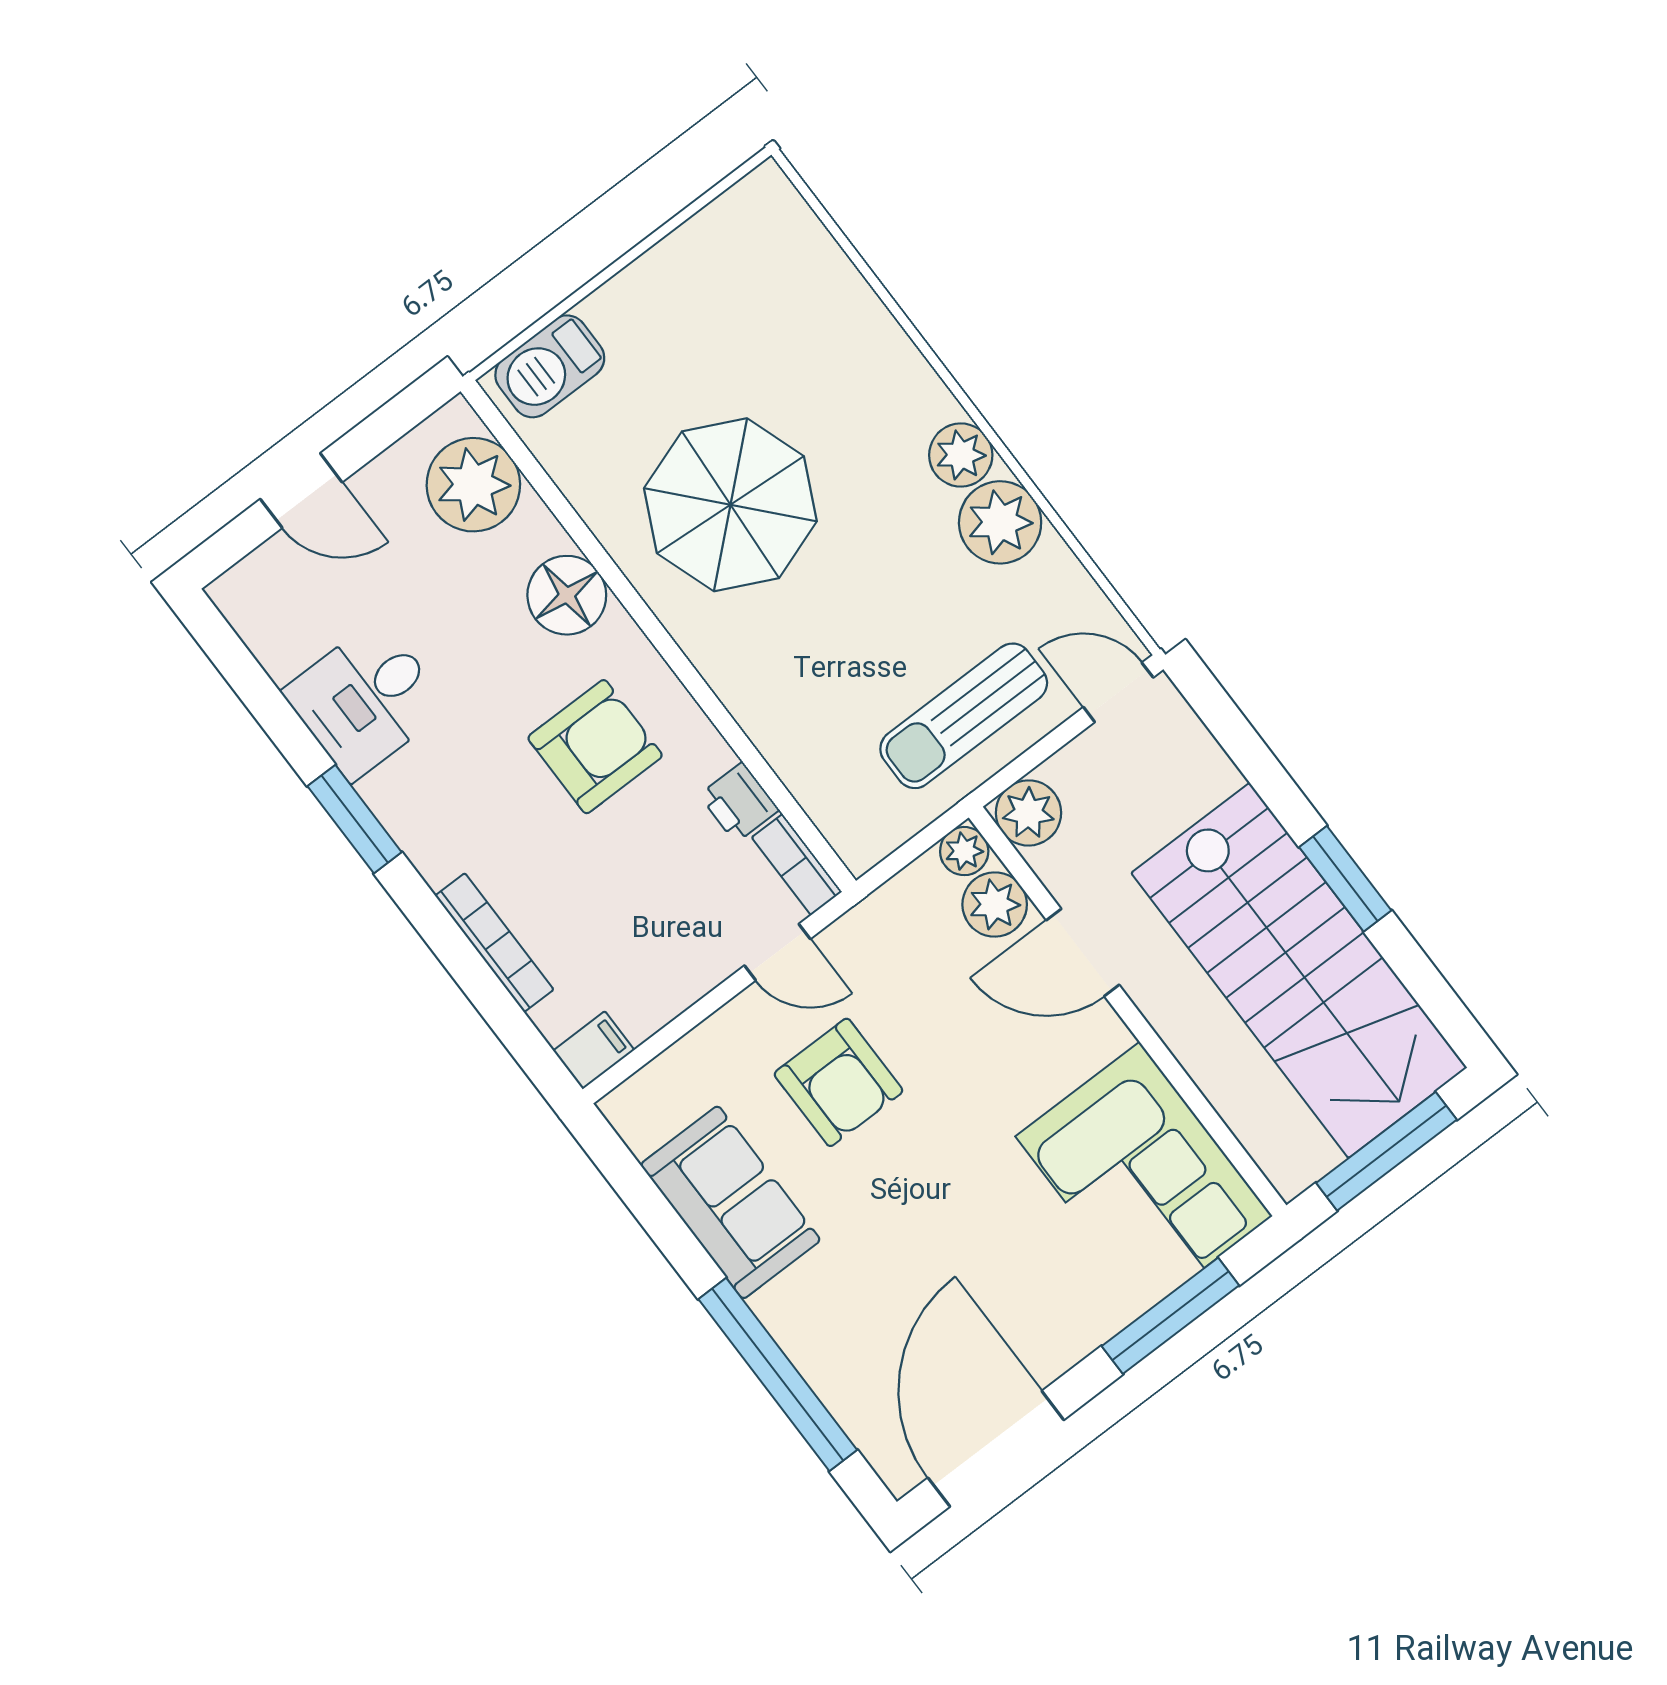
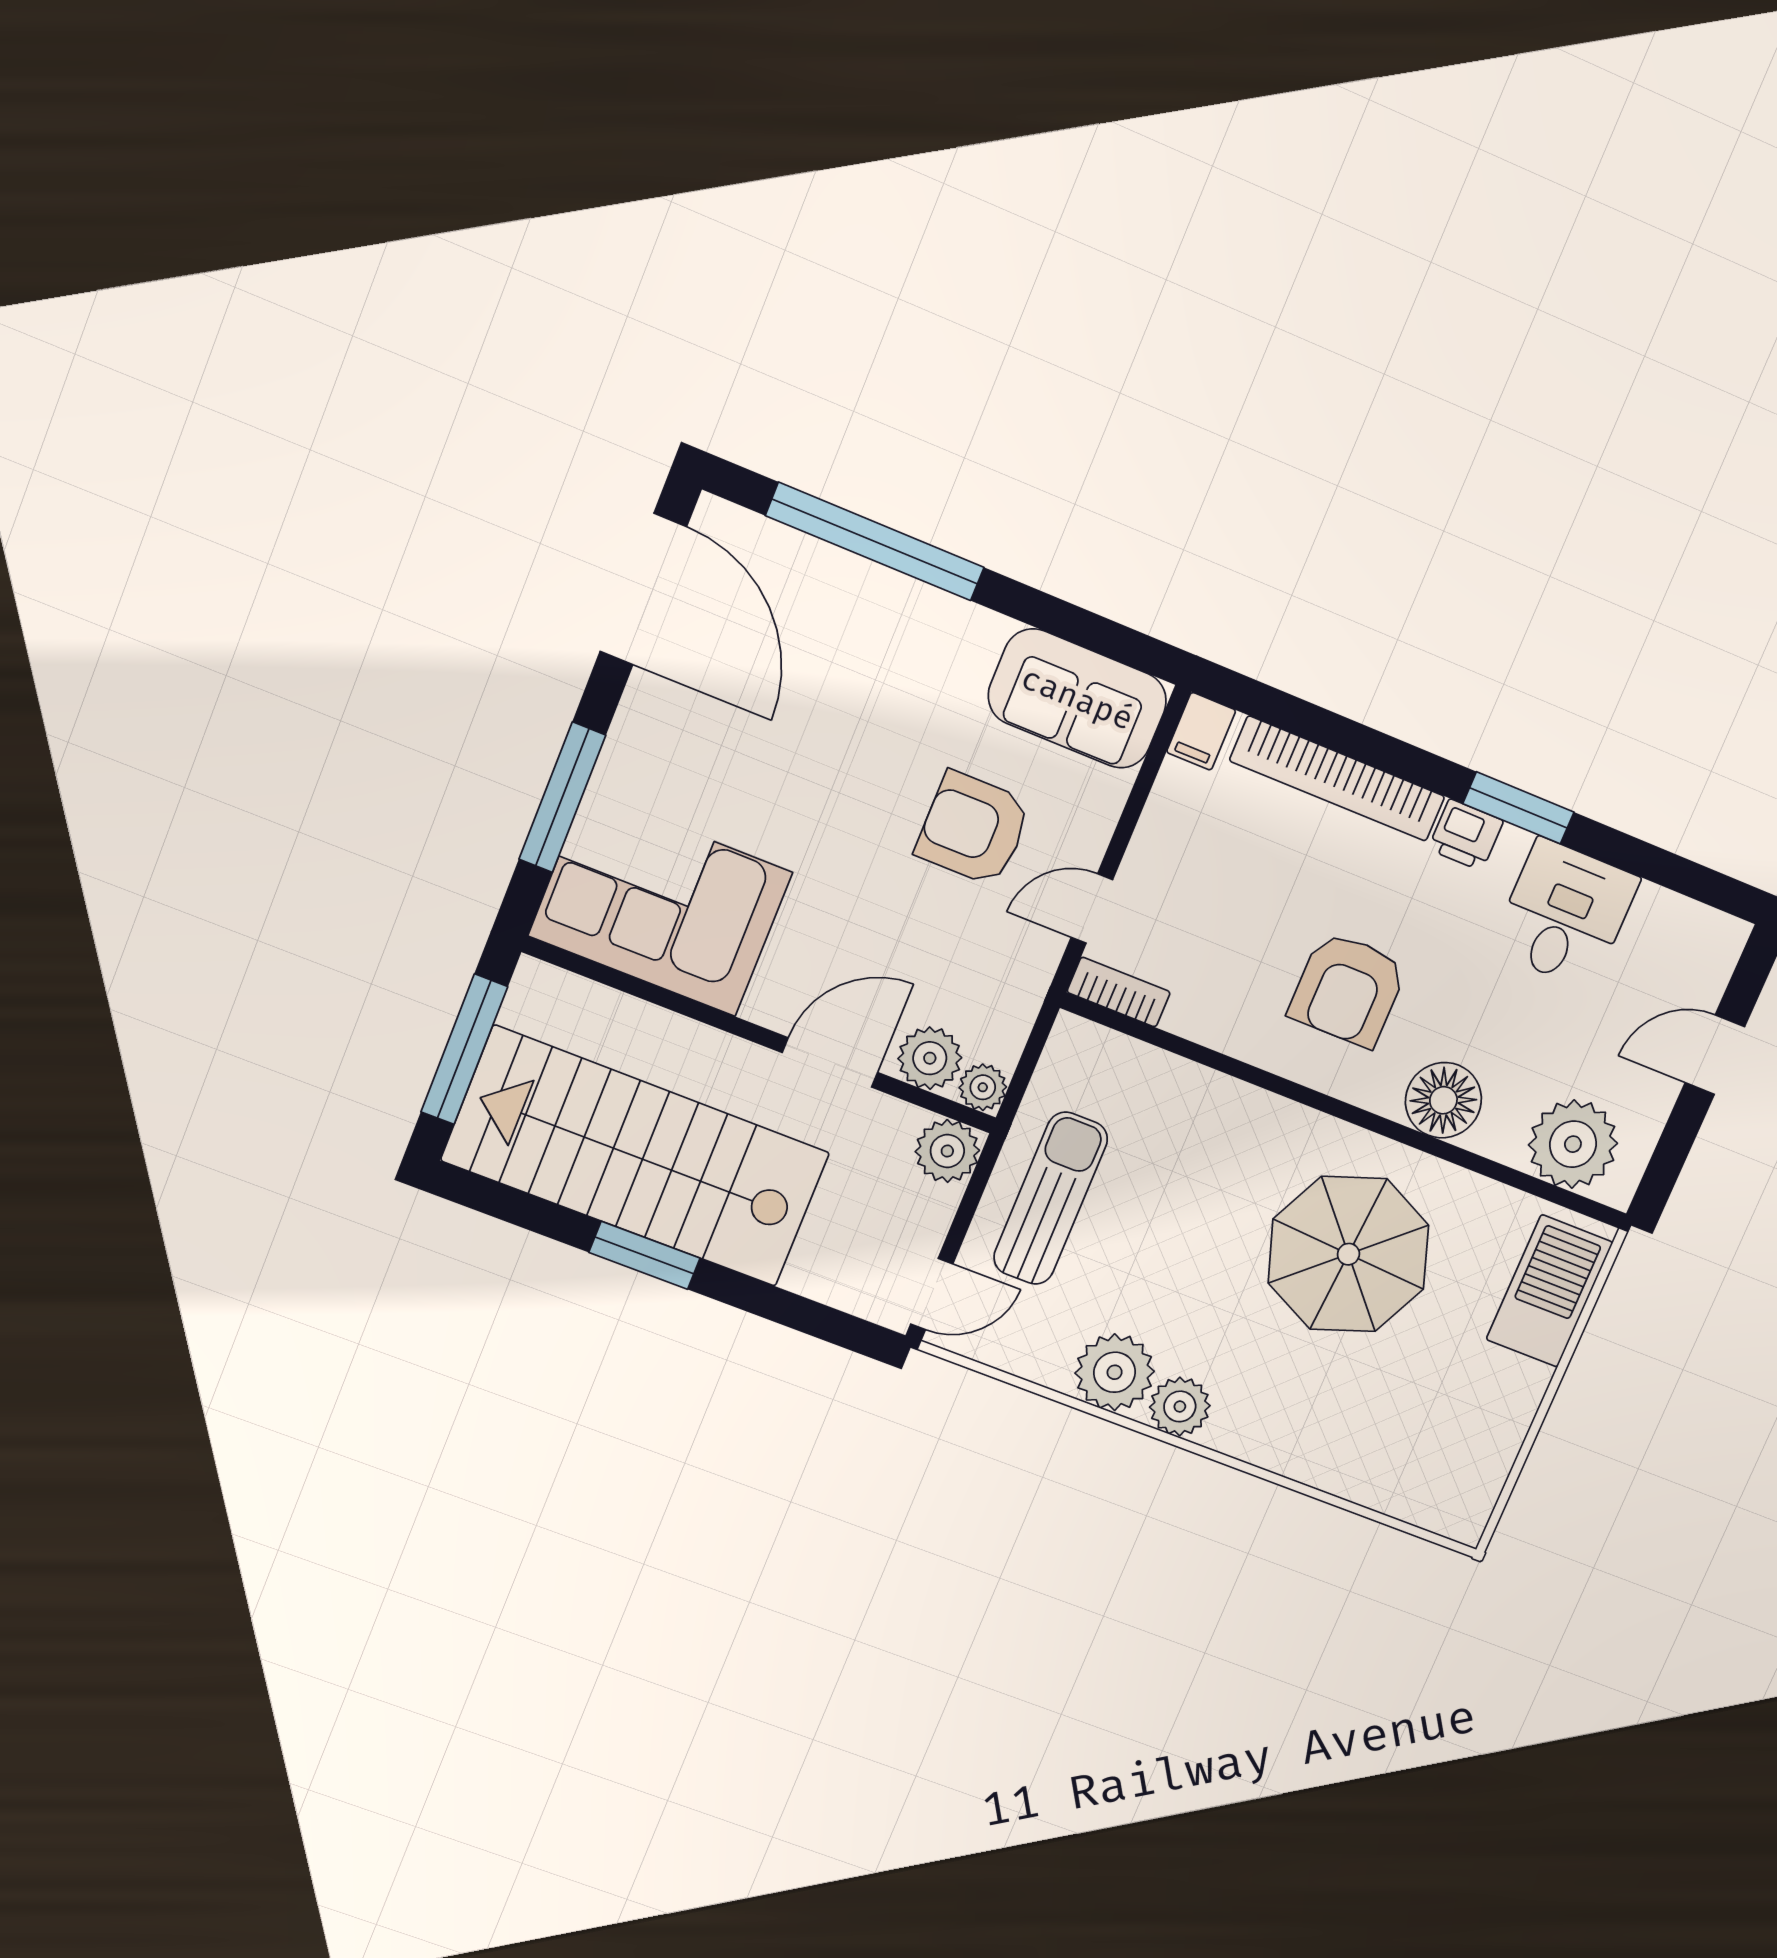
barbecue: (550, 366) -> (1549, 1291), width x1.37, depth x1.21
printer: (739, 802) -> (1466, 835), moved, turned 180
bookcase: (494, 943) -> (1337, 779), width x1.48, depth x1.31
sofa: (730, 1202) -> (1077, 699), moved

